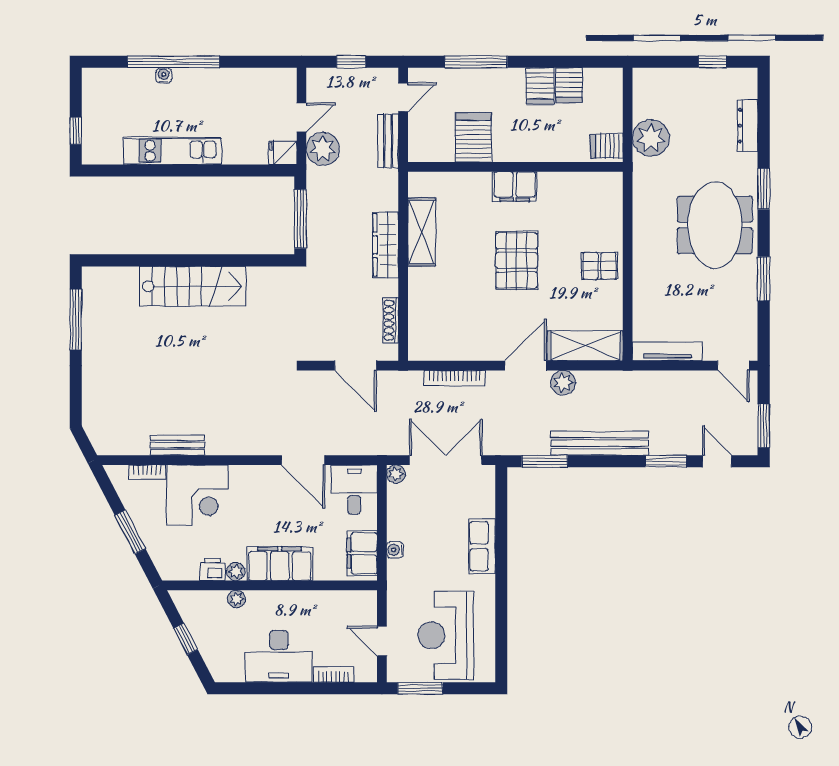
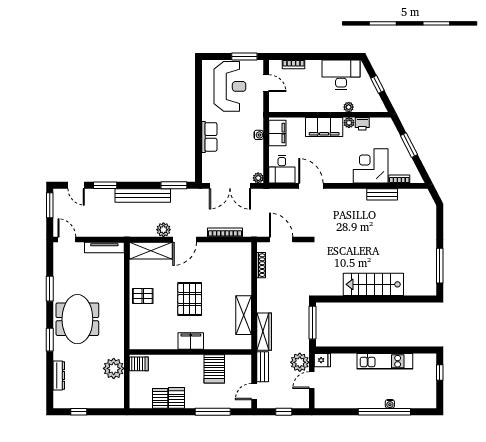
wardrobe: (386, 245) -> (264, 332), moved
desk: (279, 656) -> (341, 75), moved

